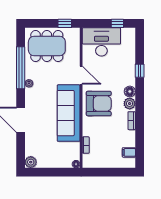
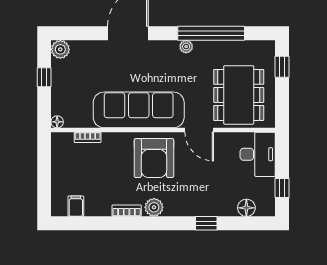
window: (65, 23) -> (282, 67), moved
desk: (101, 42) -> (258, 154), width x0.73, depth x0.77
dining table: (47, 46) -> (239, 95), moved
door: (81, 75) -> (199, 130), hinge flipped
floor lamp: (130, 91) -> (246, 208), moved
window: (48, 172) -> (44, 77), added

